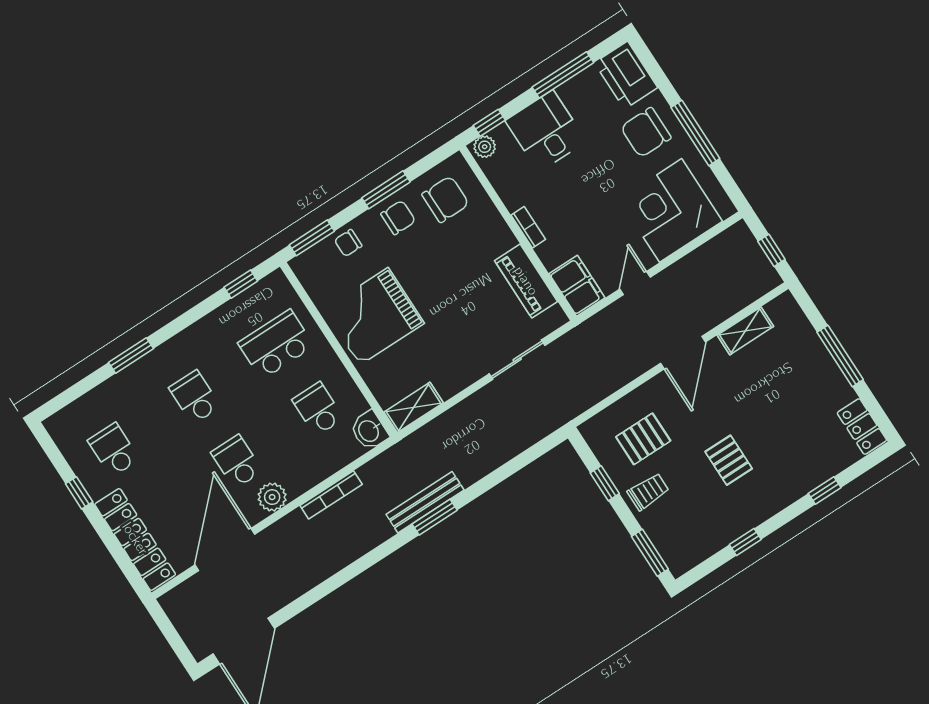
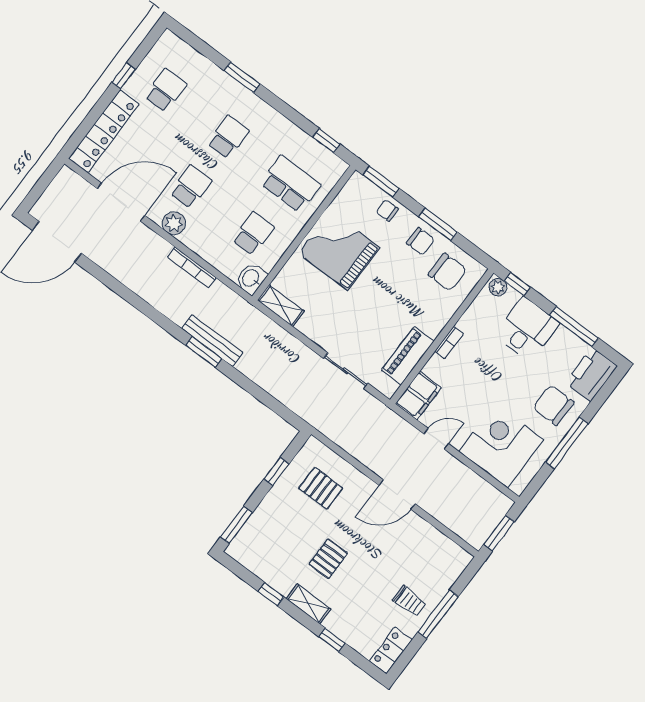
window: (771, 250) -> (499, 533), width x1.50
shelving: (745, 331) -> (309, 604), moved
trolley: (648, 492) -> (409, 601), moved

